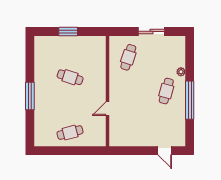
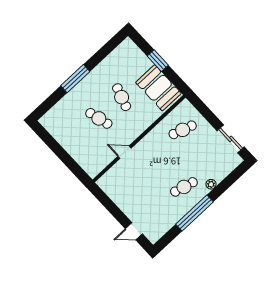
sliding door: (151, 31) -> (231, 139), moved
booth: (86, 48) -> (158, 88), added
cafe table: (70, 133) -> (99, 118), moved
door: (165, 151) -> (134, 231), hinge flipped

